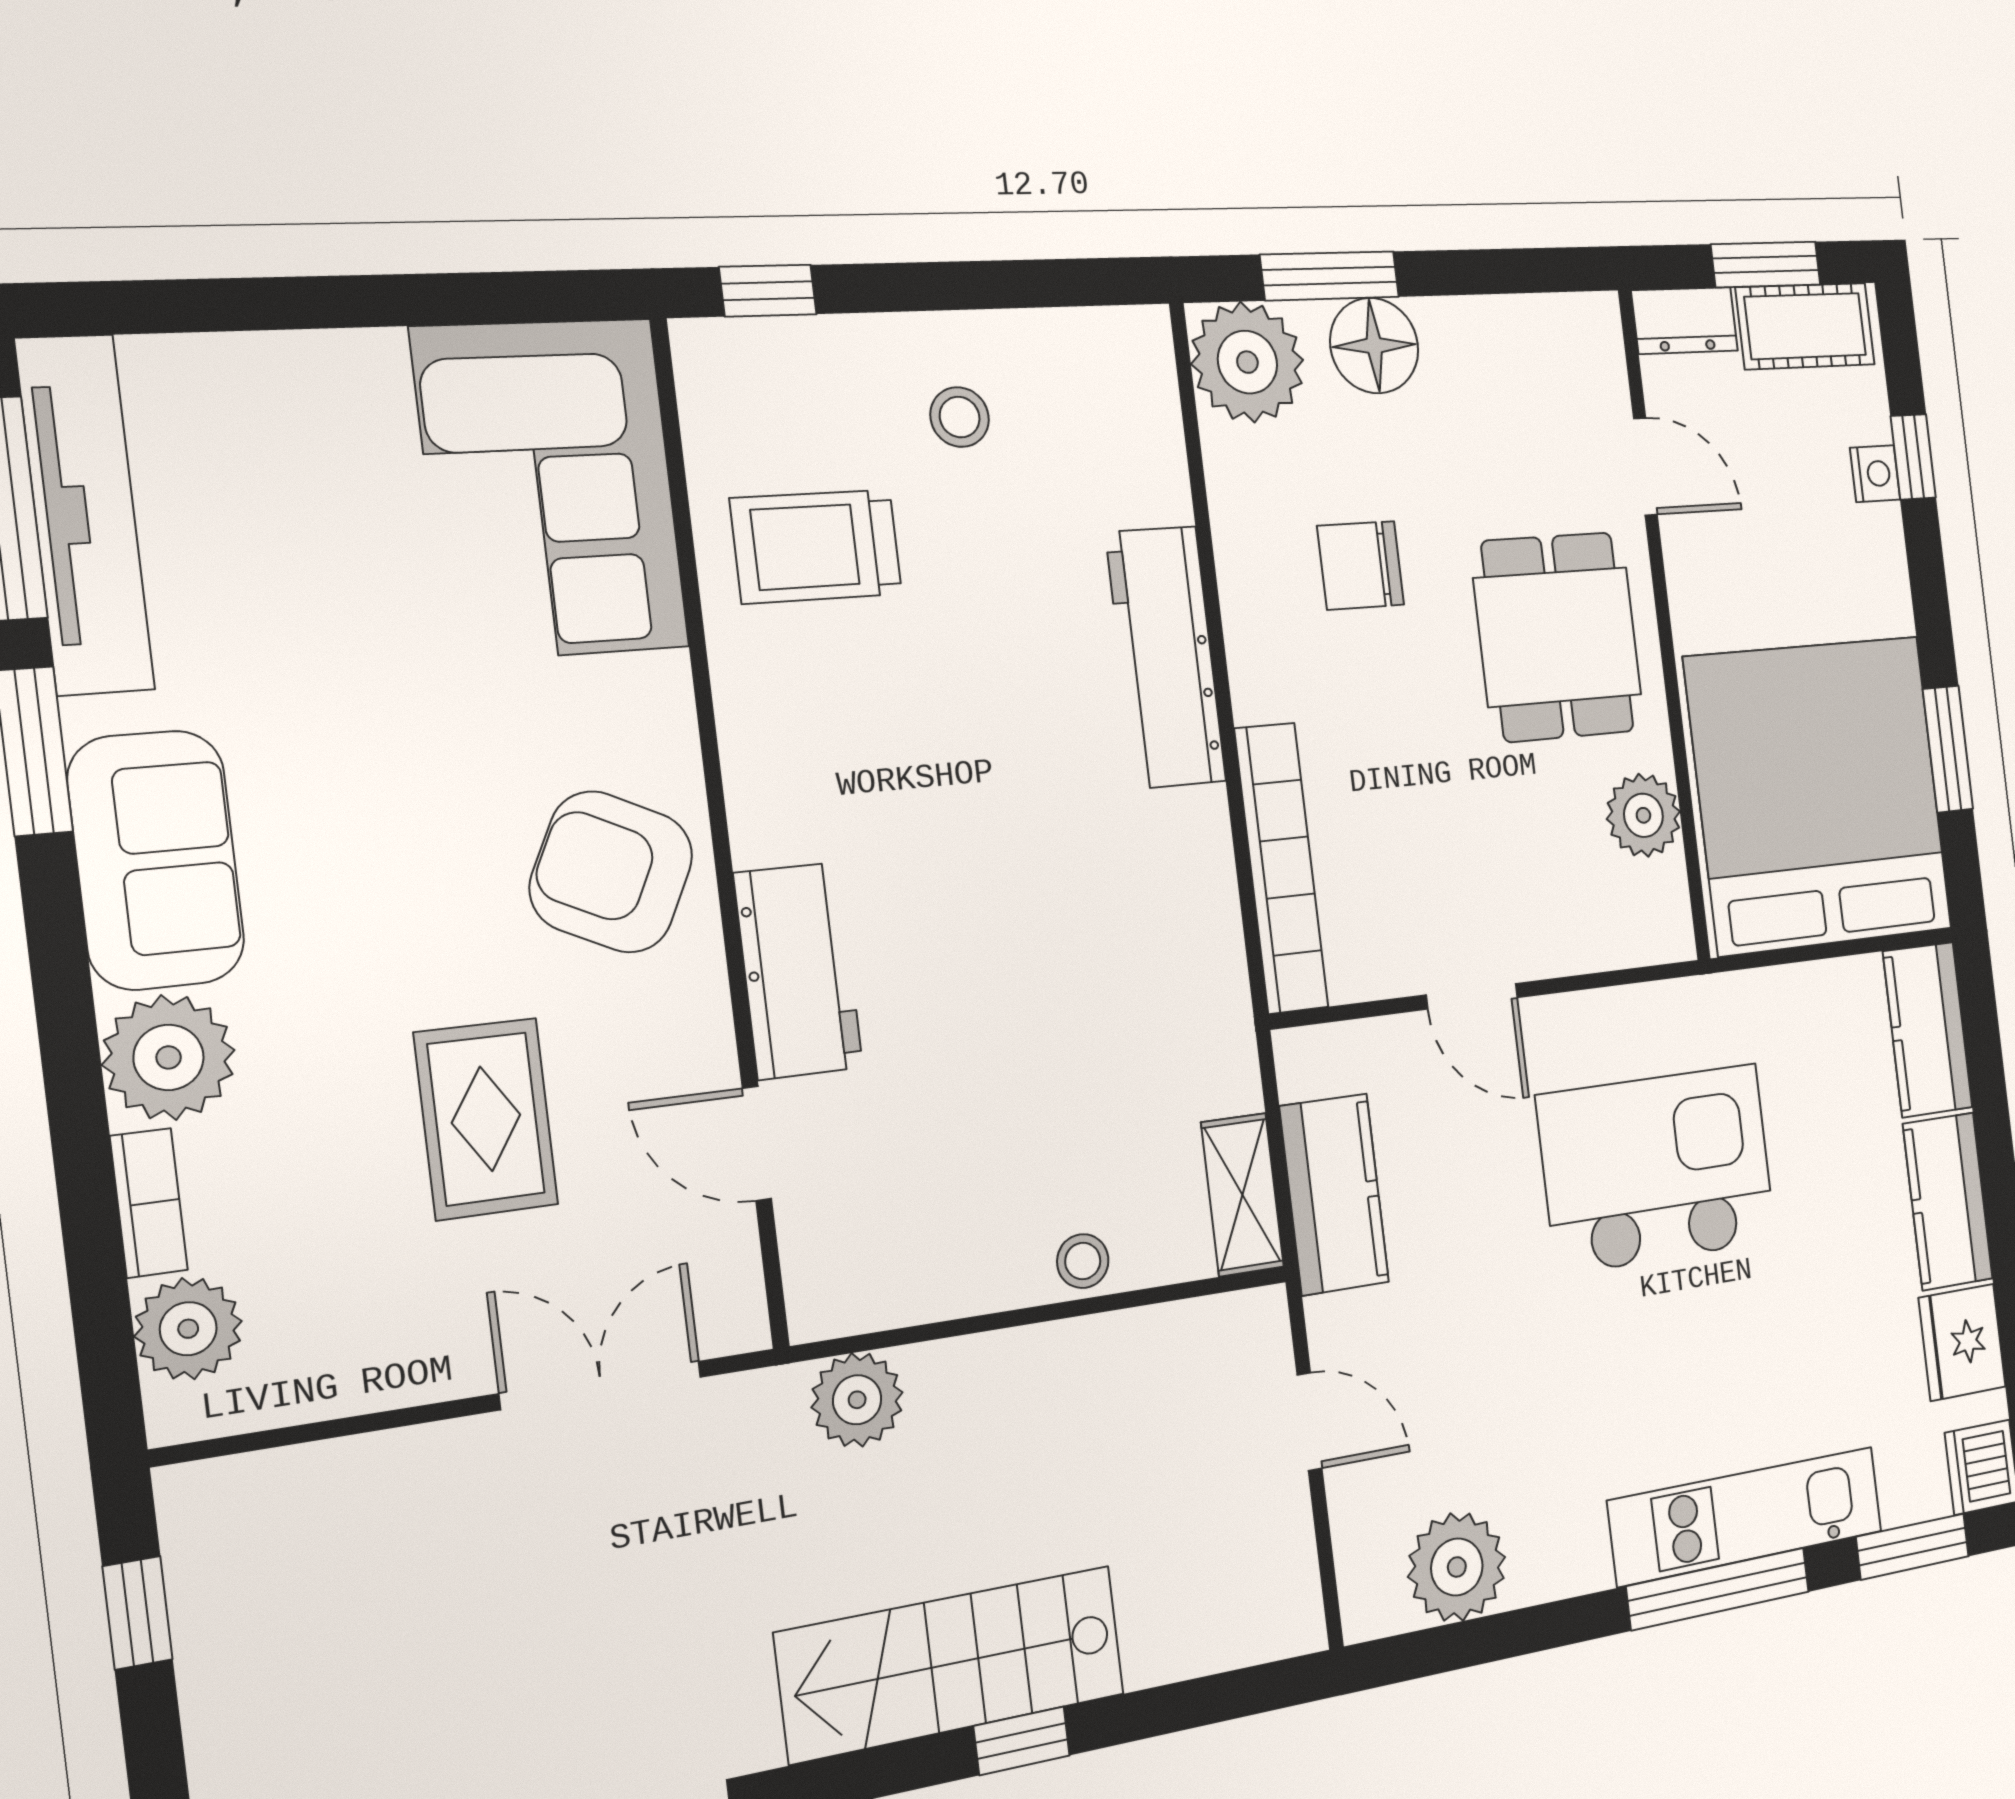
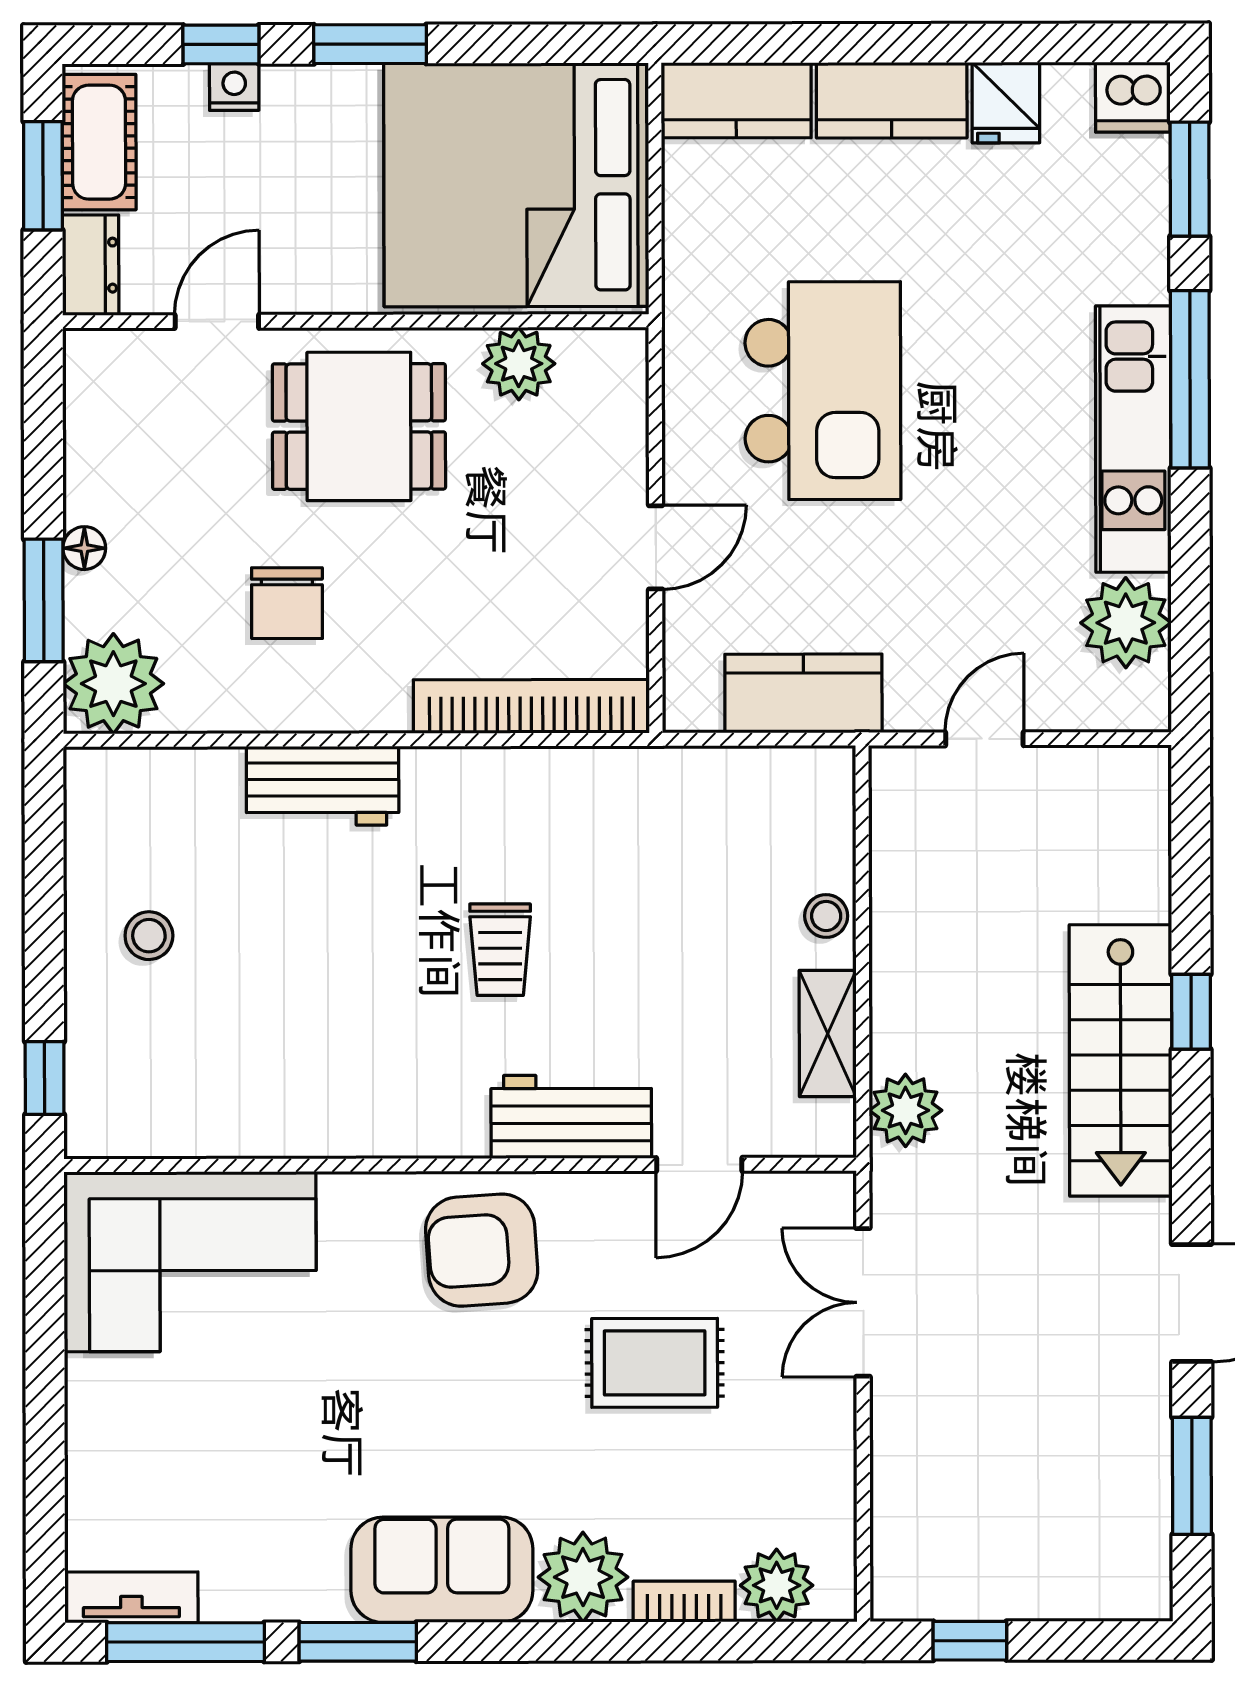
floor lamp: (1374, 346) -> (84, 548), width x0.53, depth x0.53
tv unit: (85, 515) -> (131, 1597), width x0.52, depth x0.78
trolley: (816, 546) -> (500, 950), moved, width x0.73, depth x0.72
workbench: (1166, 657) -> (323, 786), width x0.73
window: (1948, 749) -> (370, 44), moved
armchair: (611, 872) -> (482, 1250), turned 60
kitchen island: (1657, 1169) -> (823, 391), turned 180
shelving: (1242, 1195) -> (828, 1033), moved, turned 90
fridge: (1962, 1342) -> (1006, 103), width x0.72
kitchen unit: (1746, 1516) -> (1133, 439), moved

